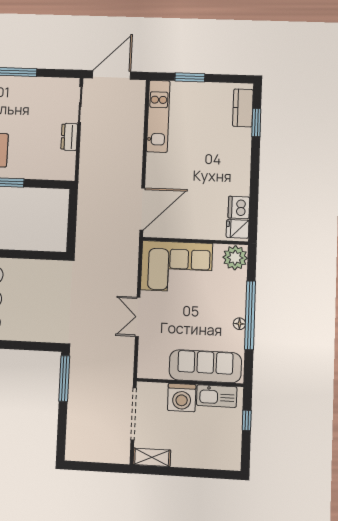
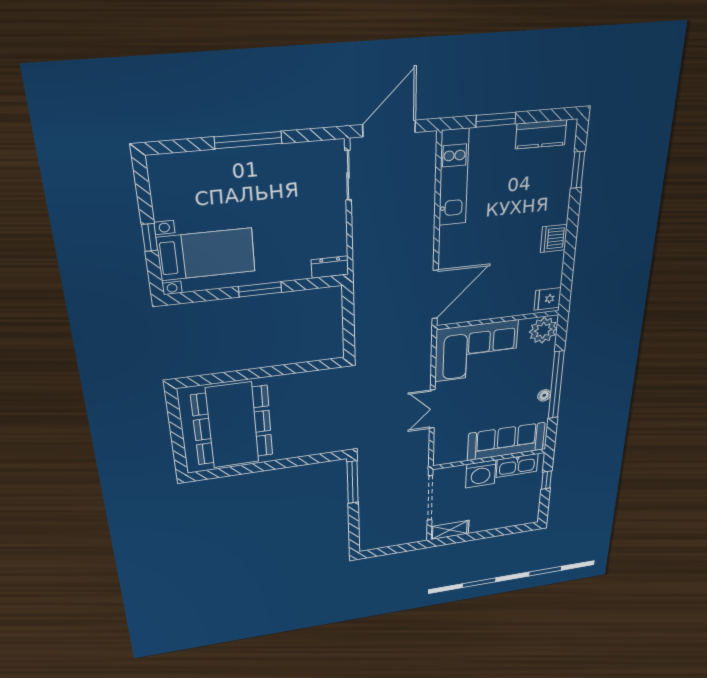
kitchen counter: (243, 108) -> (541, 134), moved, turned -90
dresser: (69, 137) -> (330, 267), moved, turned 90
dishwasher: (239, 207) -> (554, 238), moved

